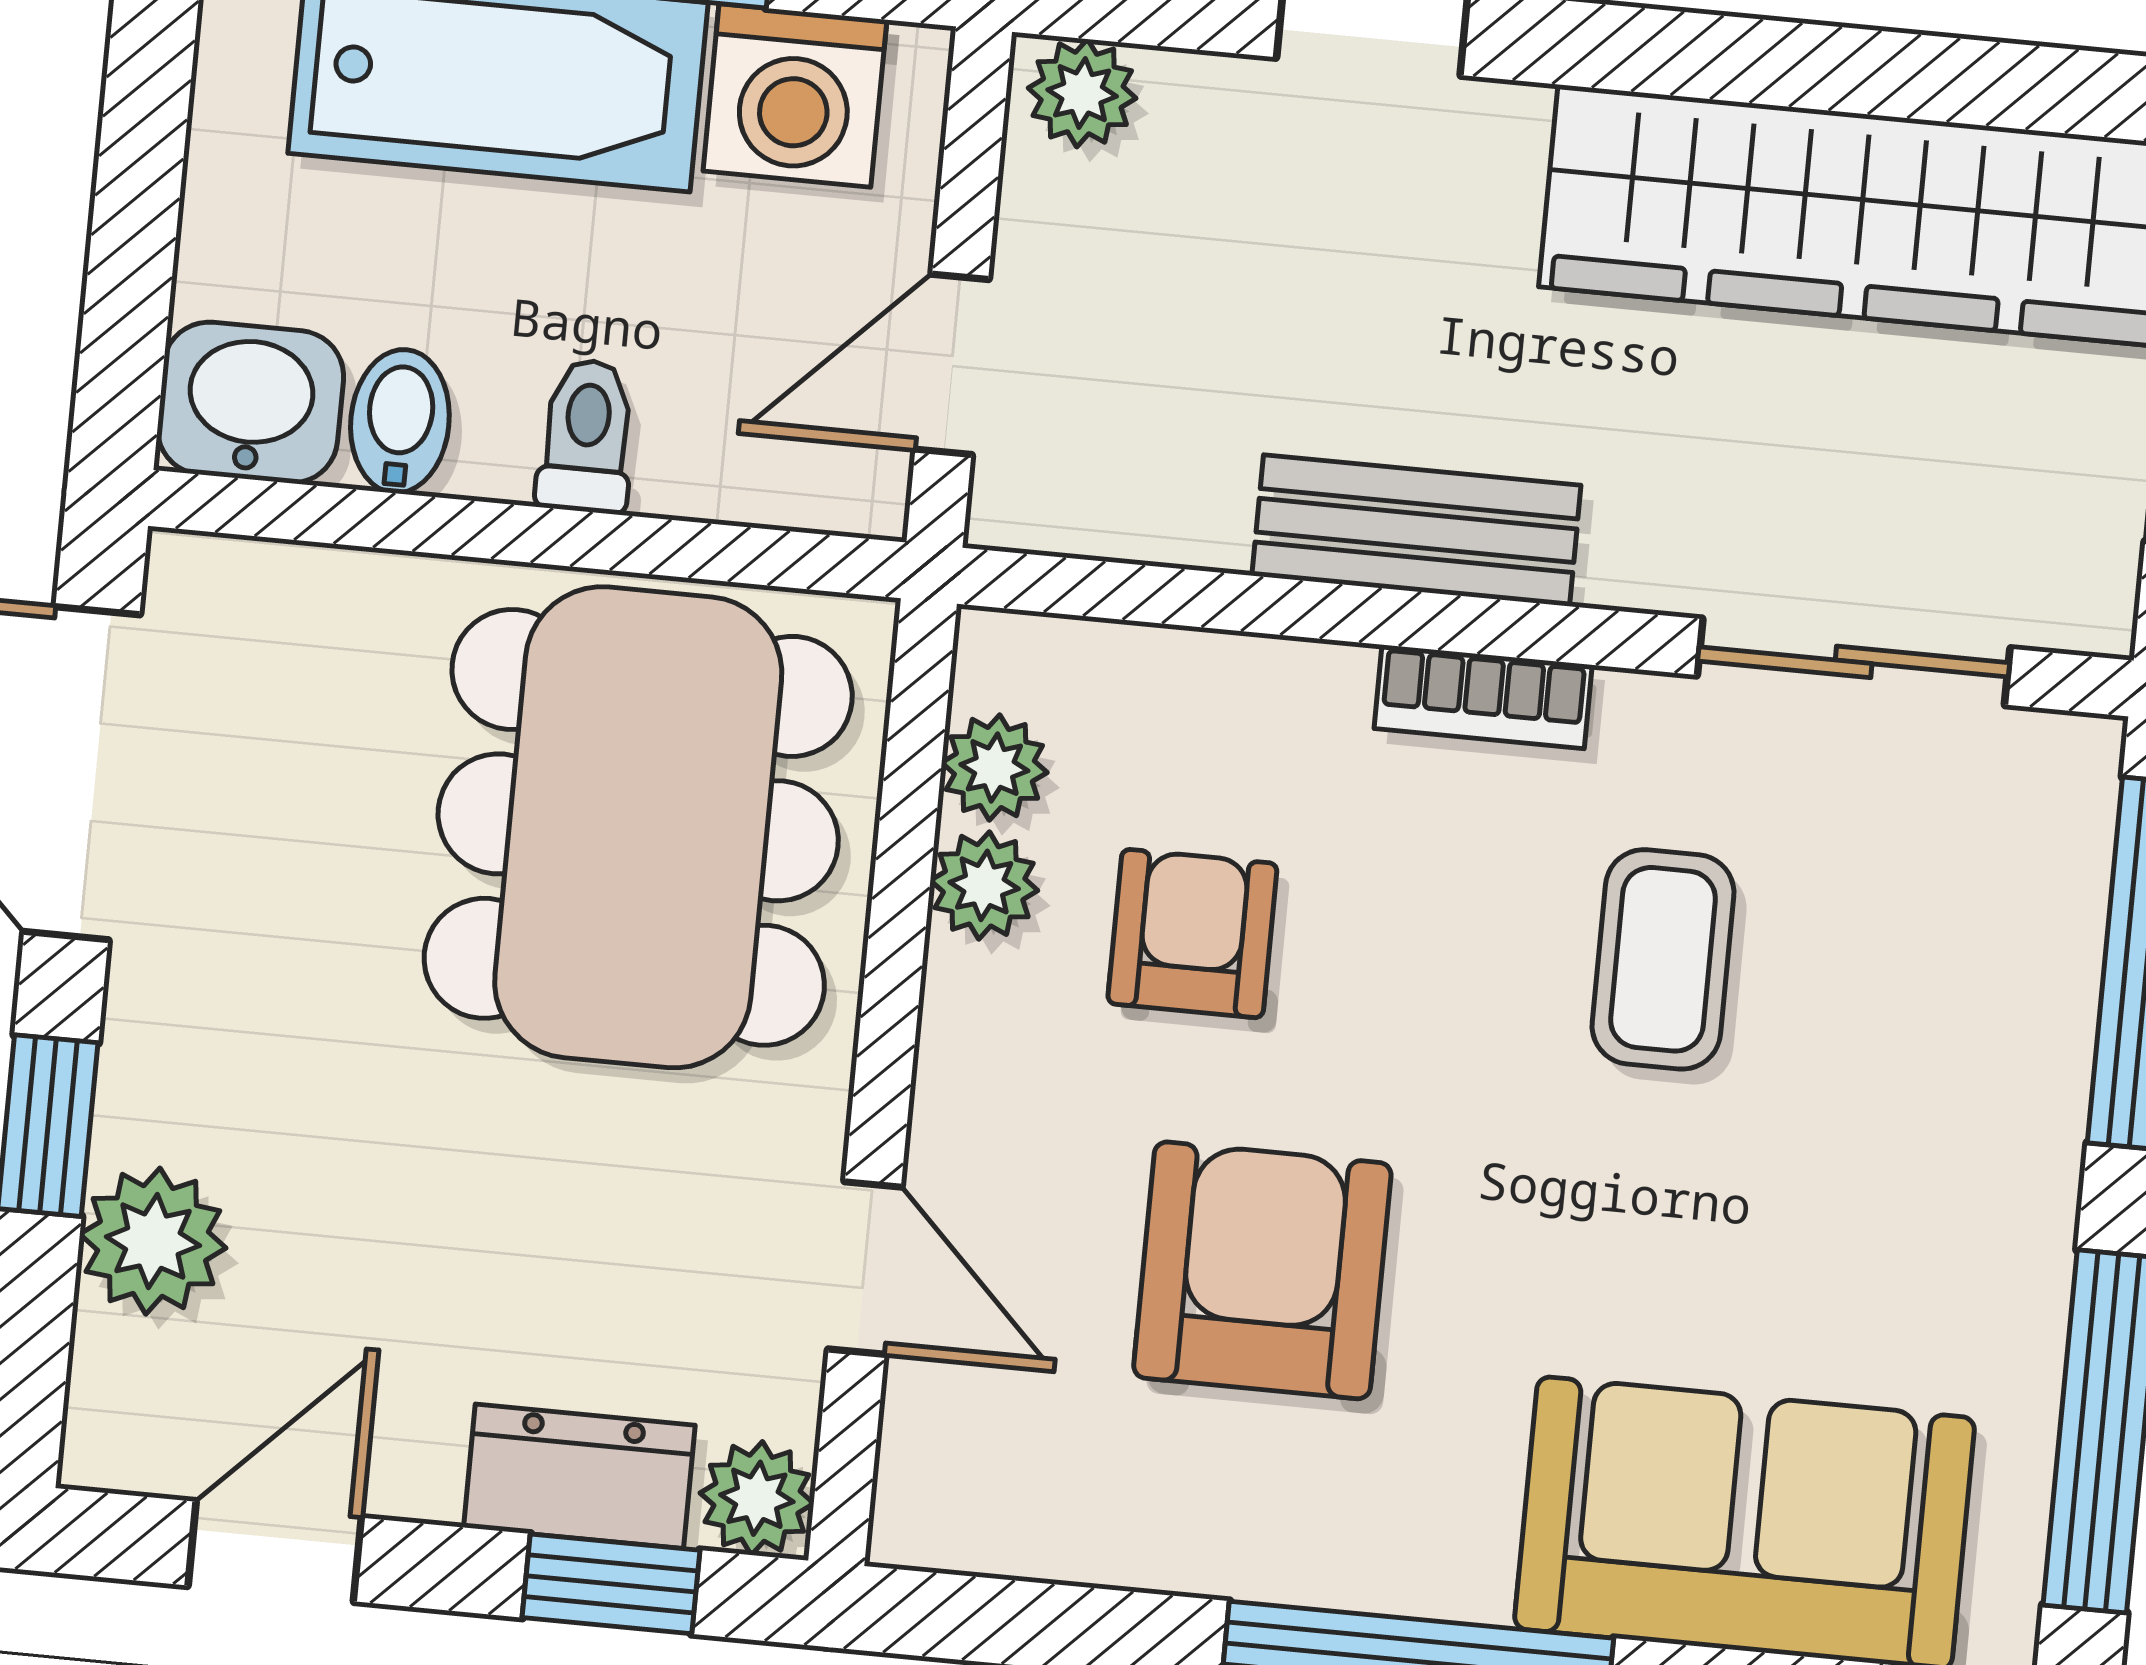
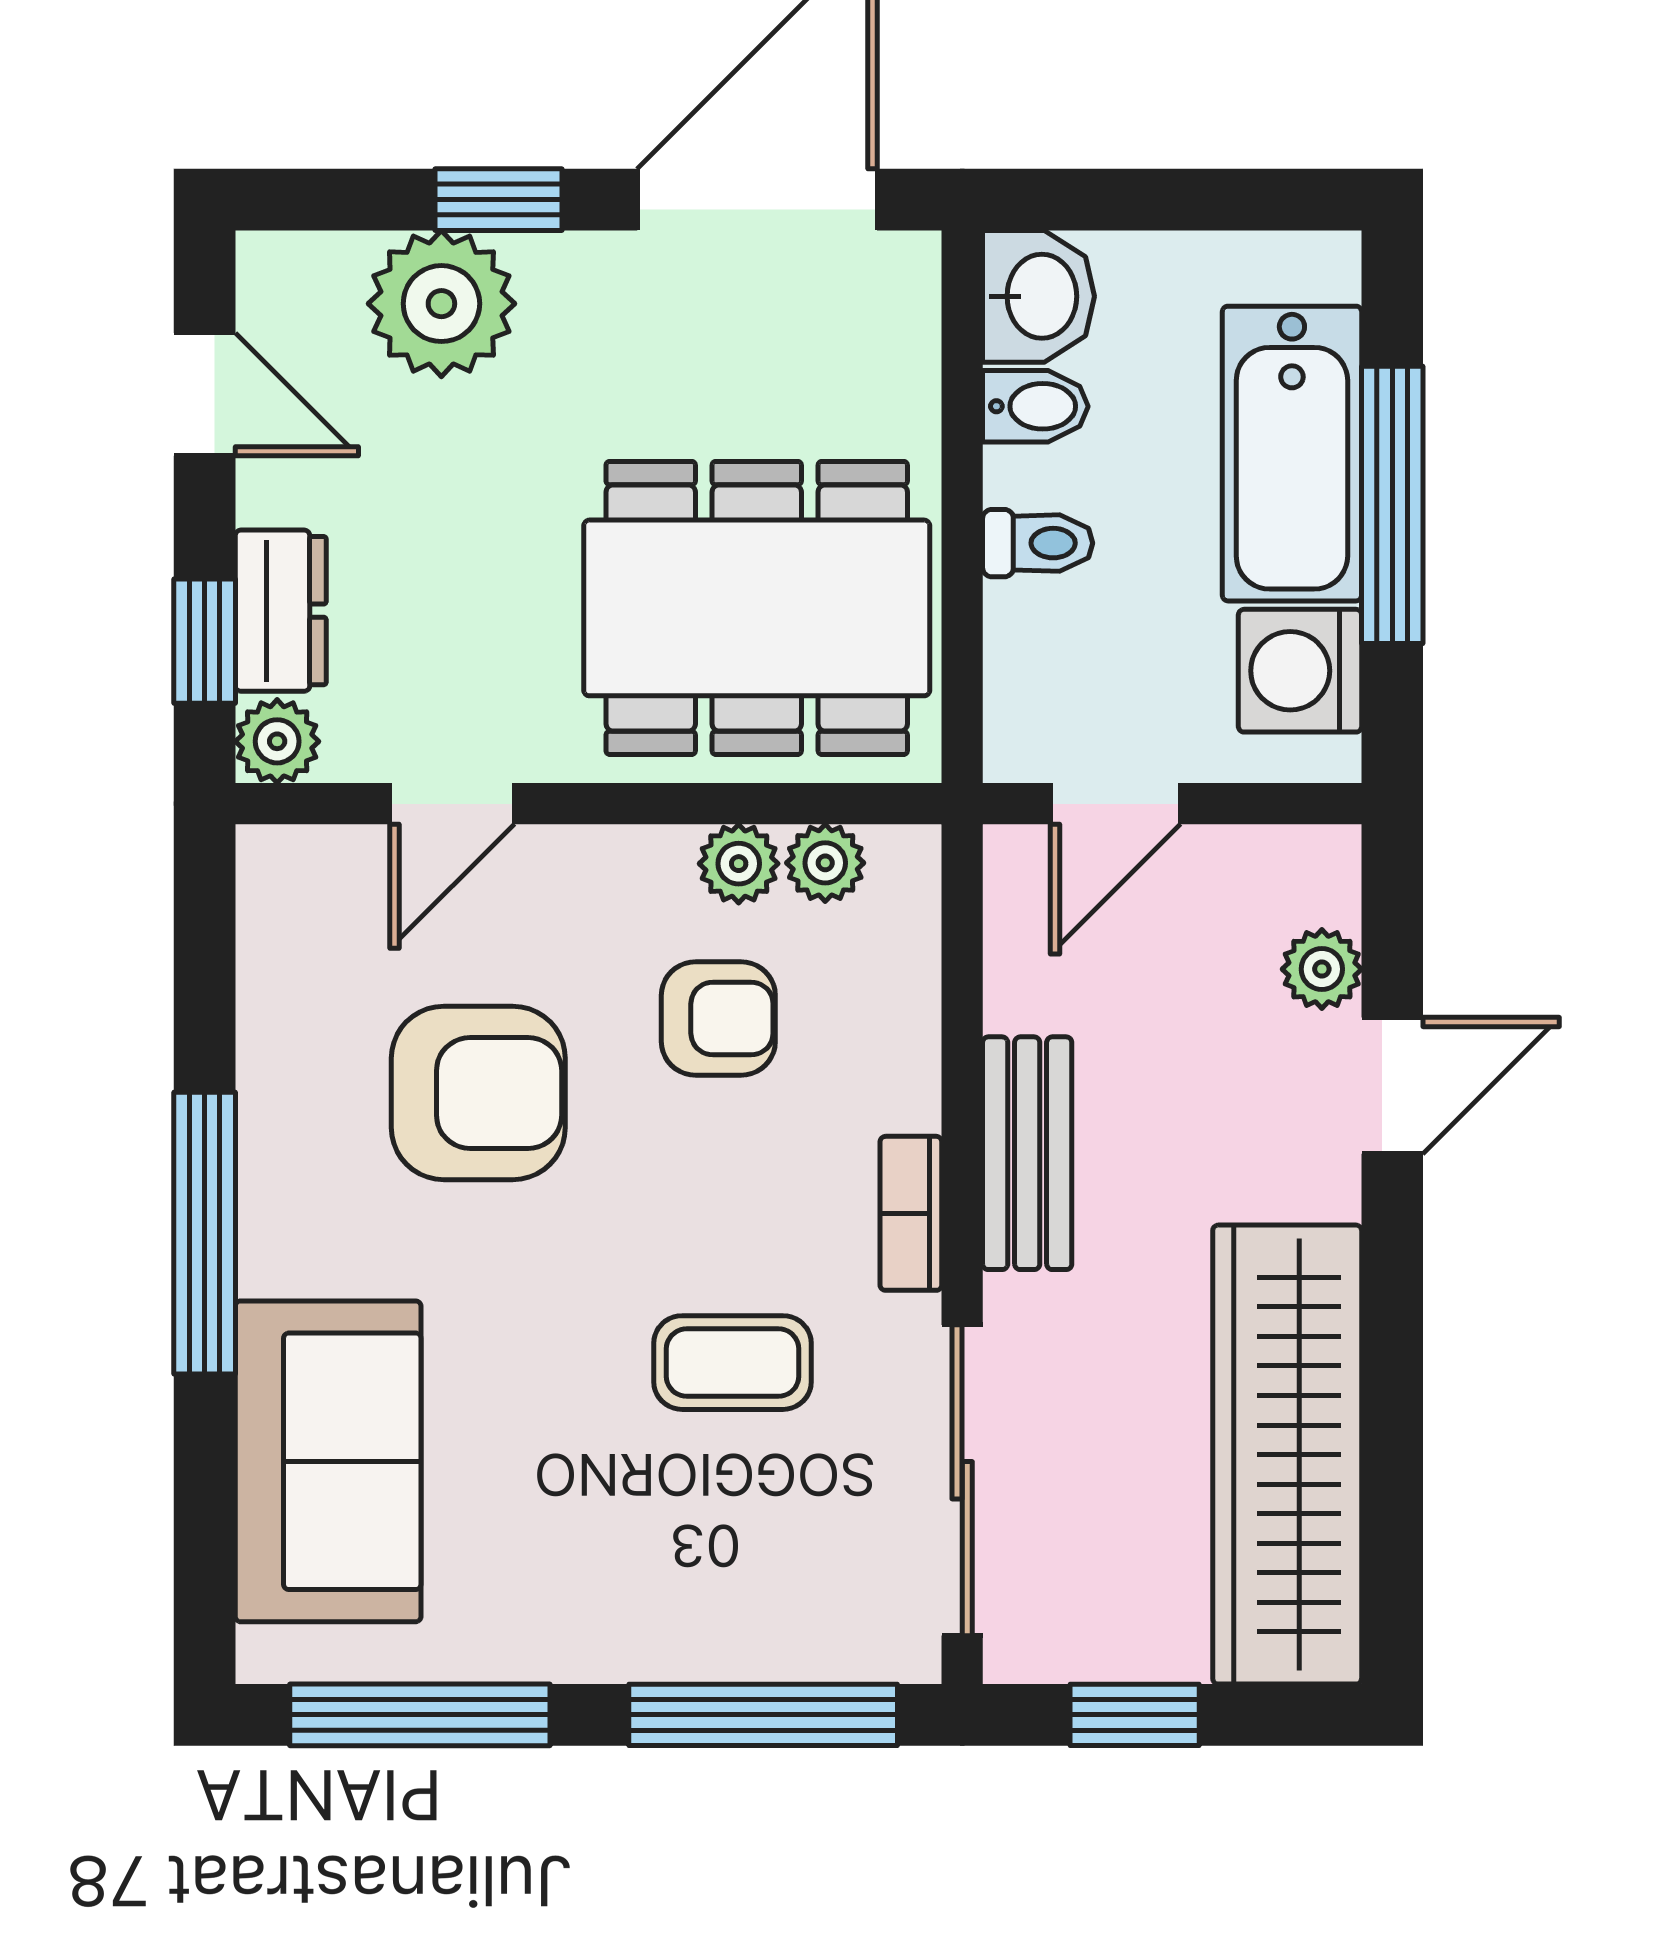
plant: (1082, 93) -> (1322, 969), moved
door: (952, 364) -> (1115, 804), swing flipped
sliding door: (1854, 662) -> (962, 1480), width x1.37
plant: (153, 1241) -> (441, 304), width x1.36, depth x1.36

